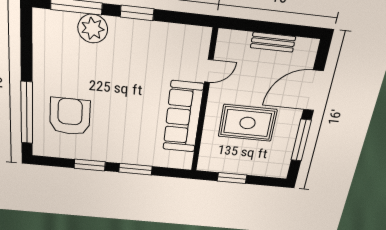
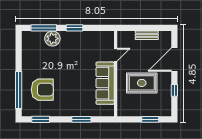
armchair: (70, 117) -> (42, 90), turned 90
window: (301, 140) -> (174, 90), width x0.46
window: (90, 165) -> (41, 119), moved
window: (232, 178) -> (150, 119), moved

